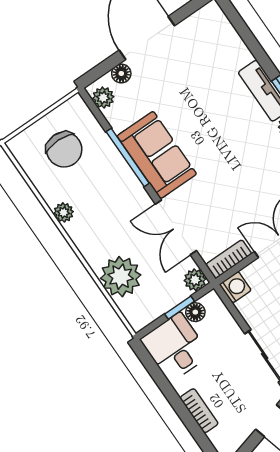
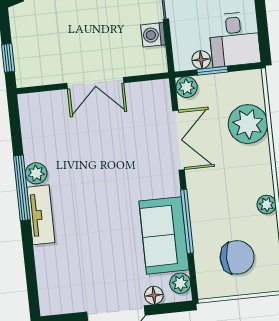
chair: (64, 150) -> (237, 257), turned 90
sofa: (157, 155) -> (164, 235), moved
bookcase: (229, 259) -> (149, 89), removed
washing machine: (235, 287) -> (153, 35), moved

